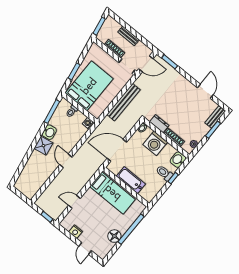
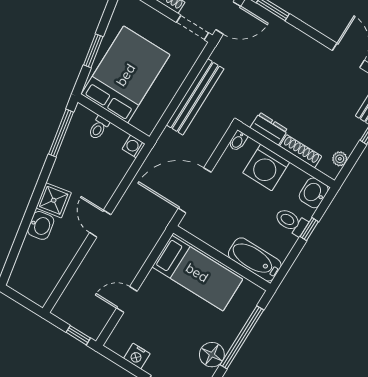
washbasin: (49, 132) -> (41, 225), moved
bathtub: (131, 180) -> (255, 259), moved

